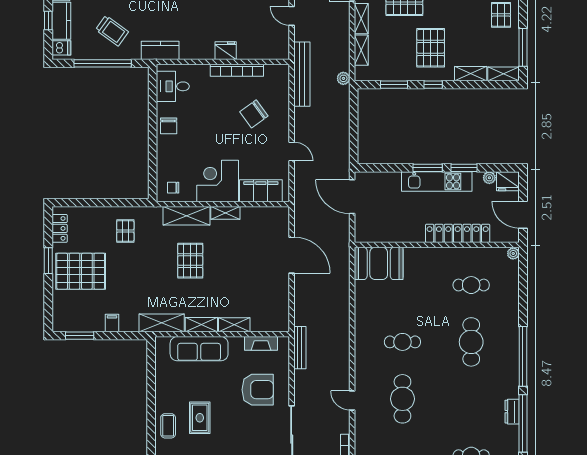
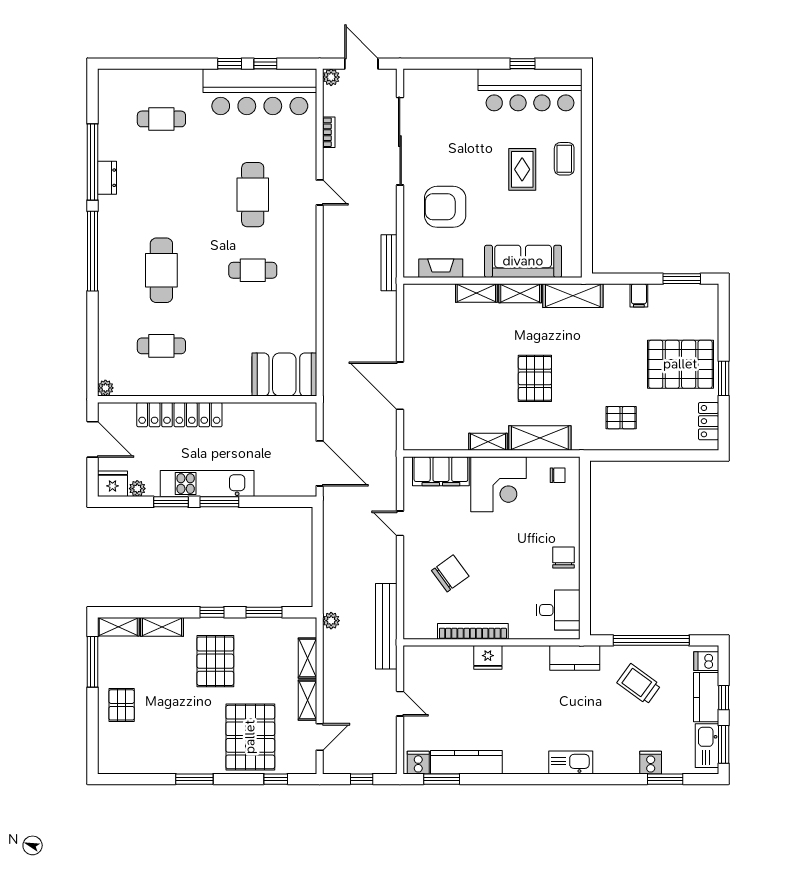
pallet: (125, 231) -> (621, 418), turned 90

